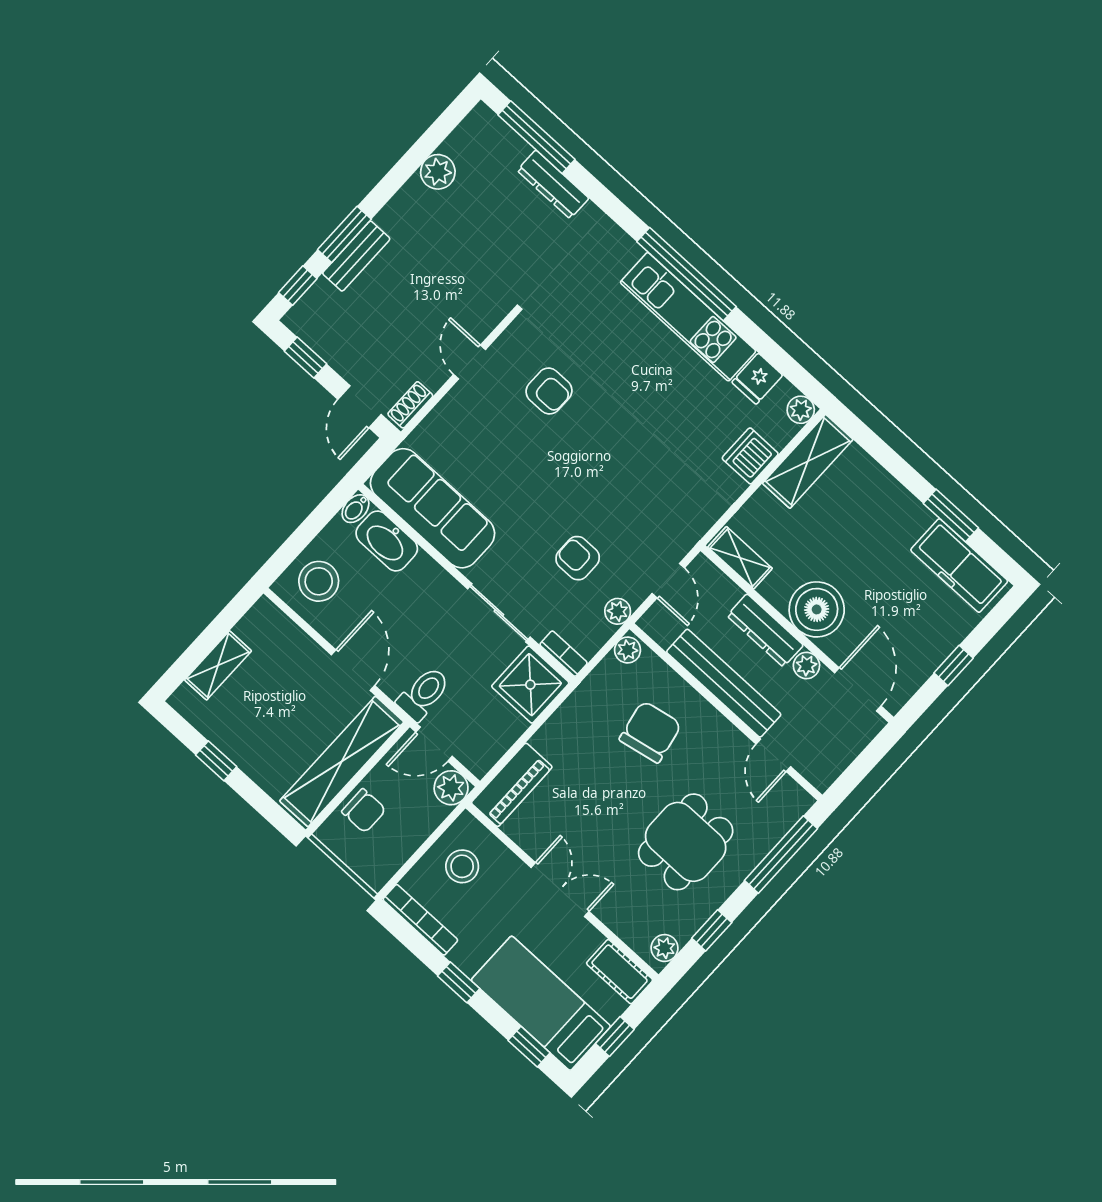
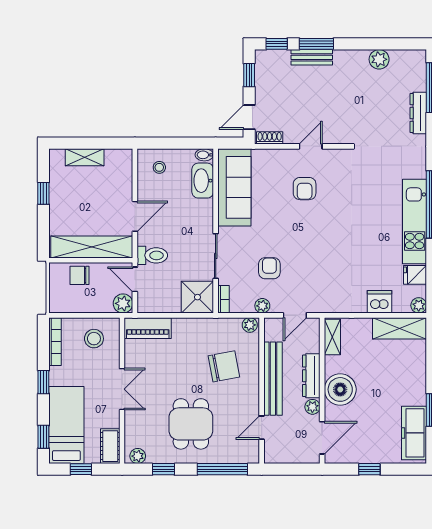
armchair: (549, 391) -> (305, 189), moved
stool: (319, 581) -> (159, 167), width x0.53, depth x0.53
chair: (364, 811) -> (79, 275), turned 90
dining table: (686, 842) -> (191, 424), turned 90

